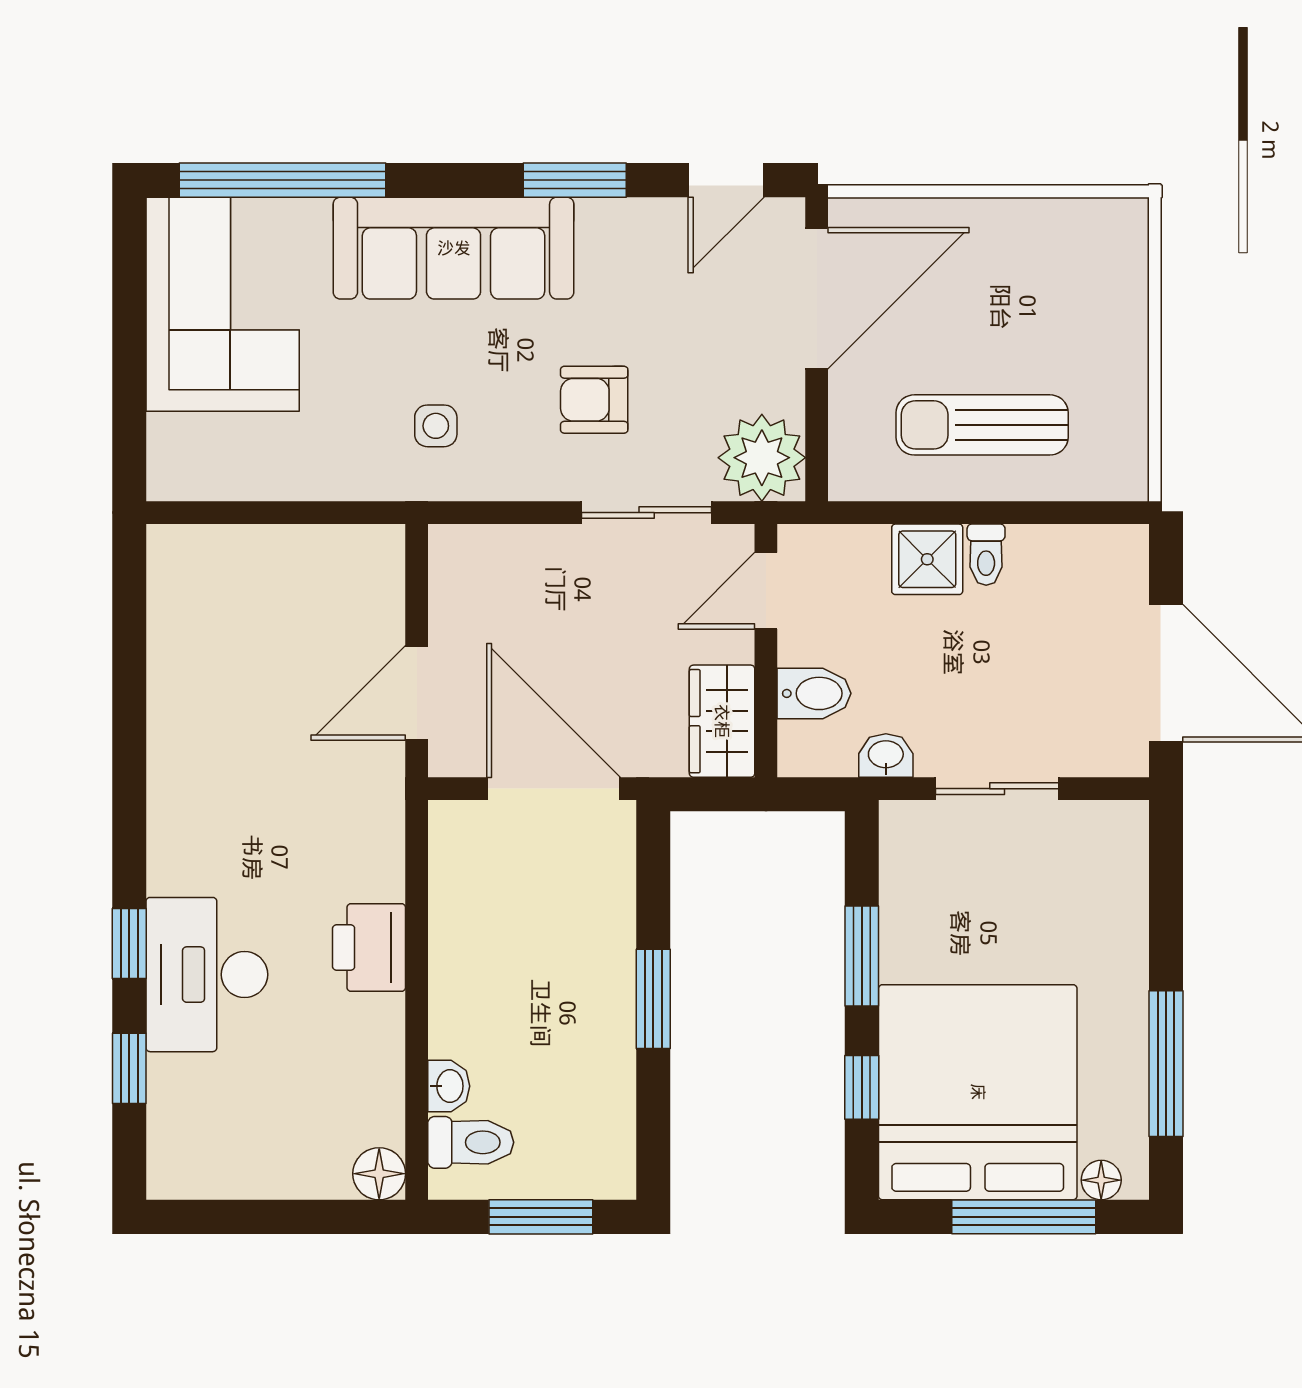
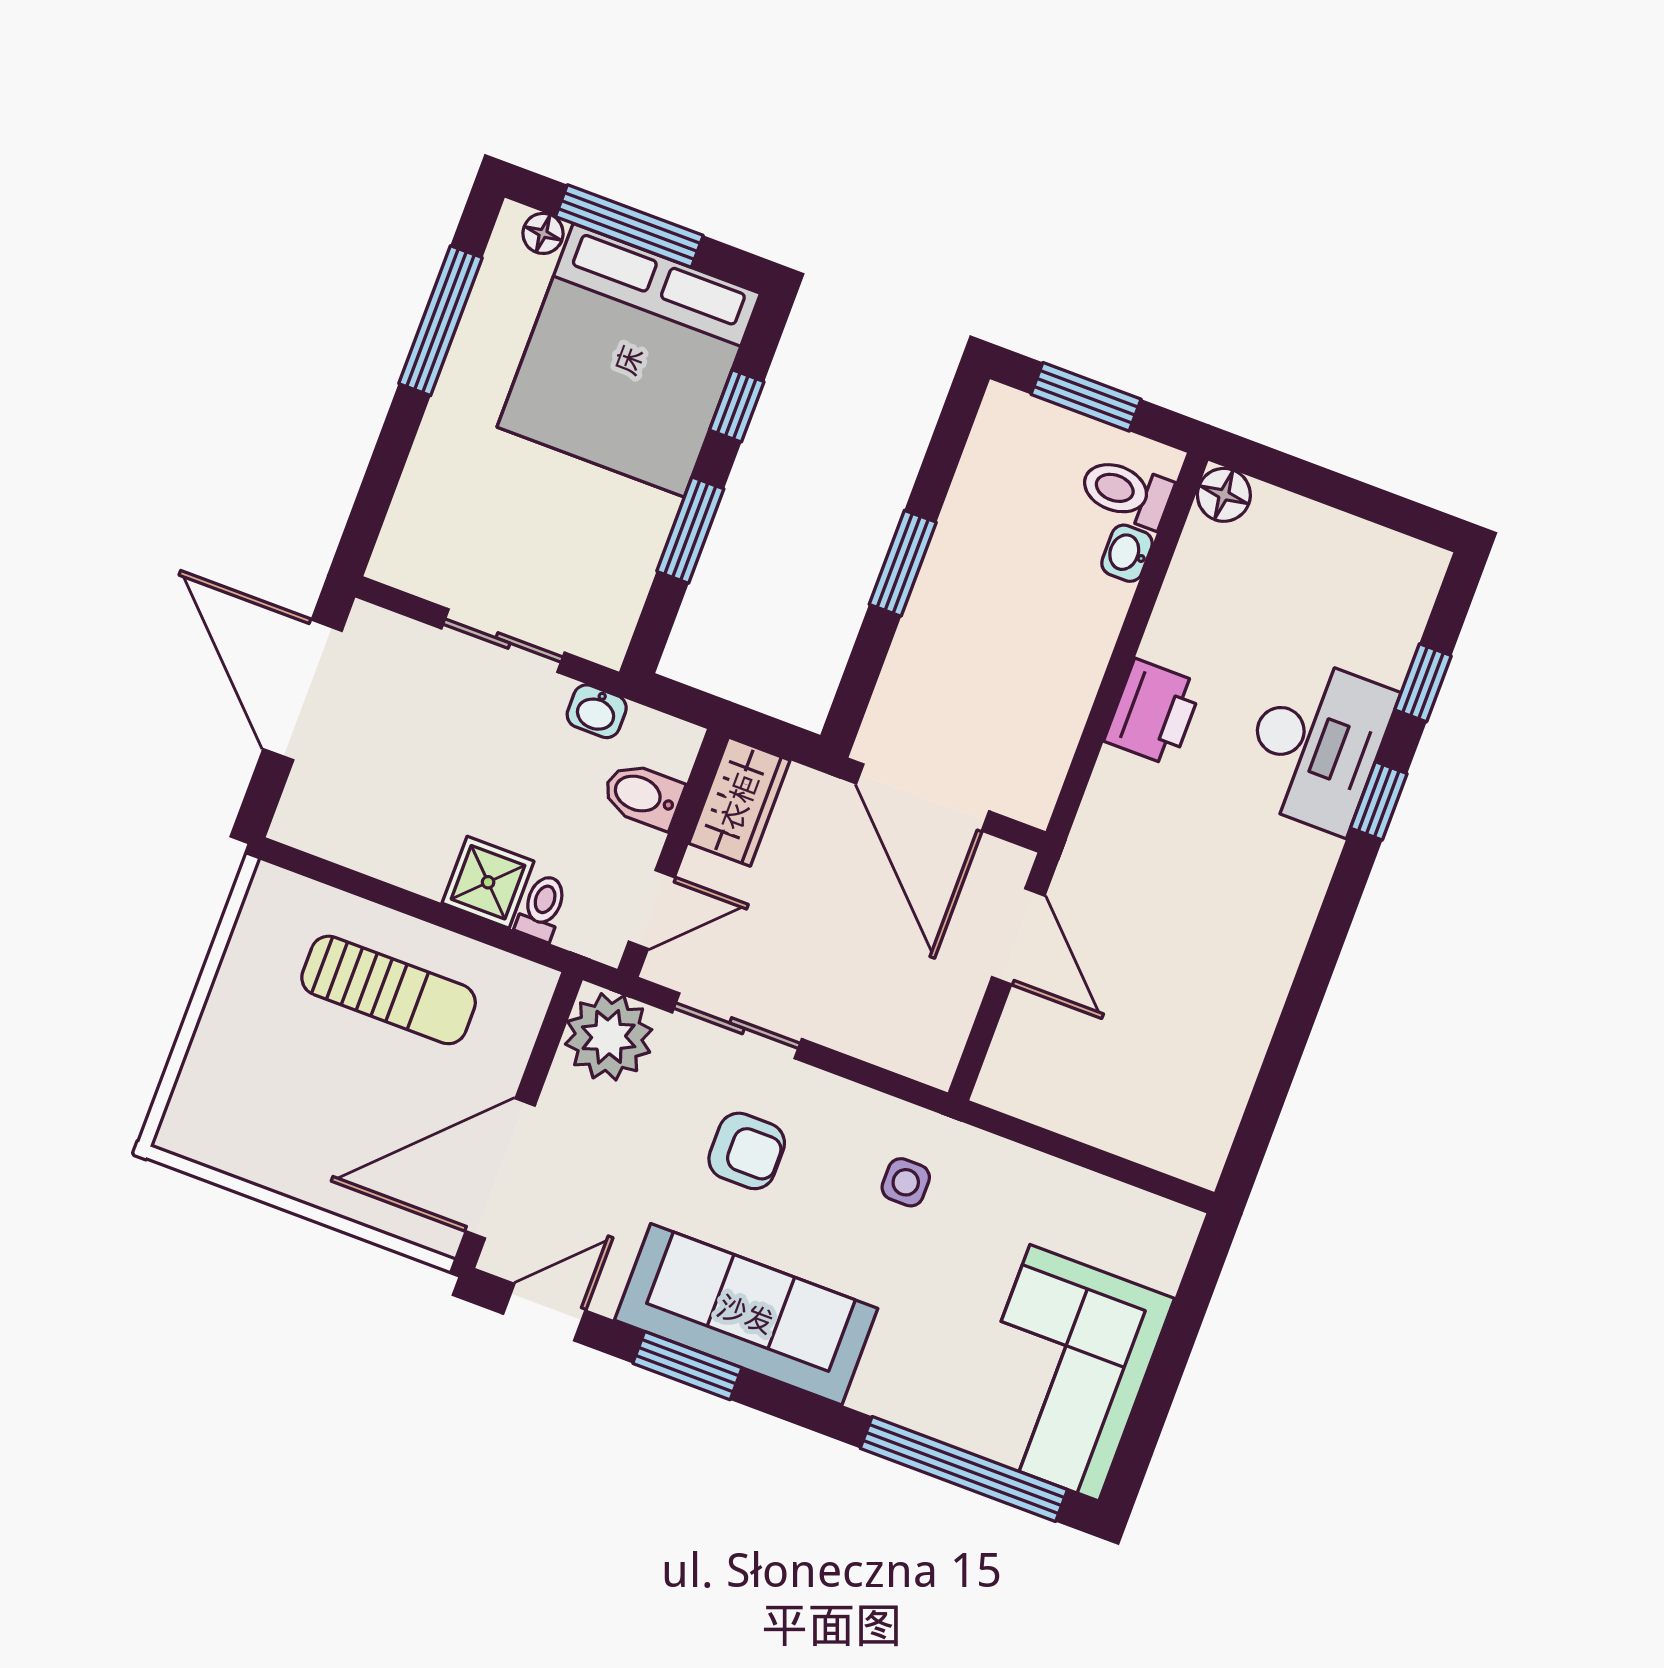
sofa: (454, 248) -> (746, 1314), moved
toilet: (986, 555) -> (542, 908), moved
door: (417, 693) -> (1018, 936), hinge flipped

